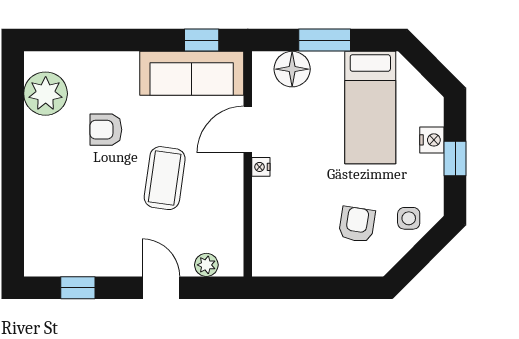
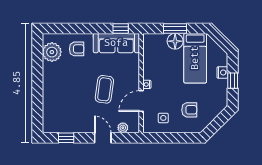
floor lamp: (292, 69) -> (175, 41), moved
armchair: (106, 130) -> (77, 49), moved, turned 180
door: (248, 130) -> (141, 101), moved
side table: (409, 218) -> (163, 118), moved
armchair: (357, 224) -> (189, 110), turned 81

